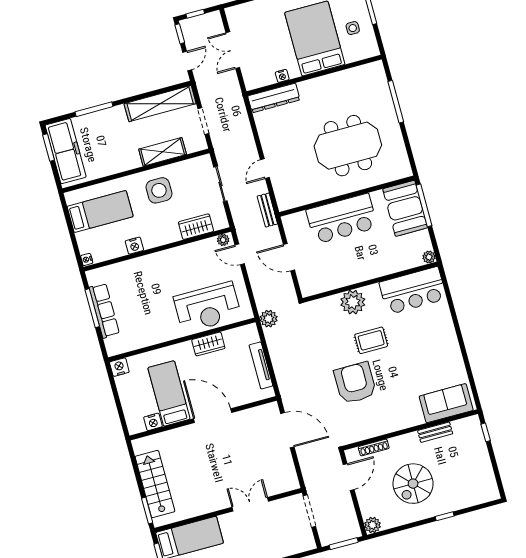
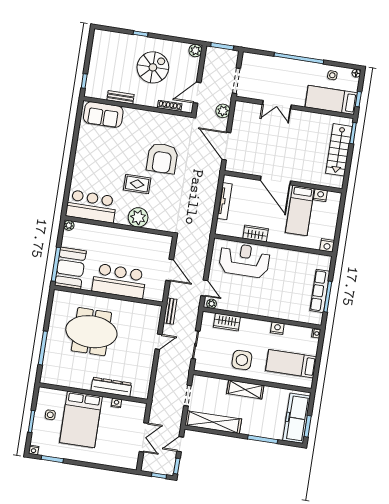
dresser: (274, 98) -> (111, 387), moved
shelving: (163, 152) -> (245, 389), moved
plant: (269, 319) -> (223, 111), moved

